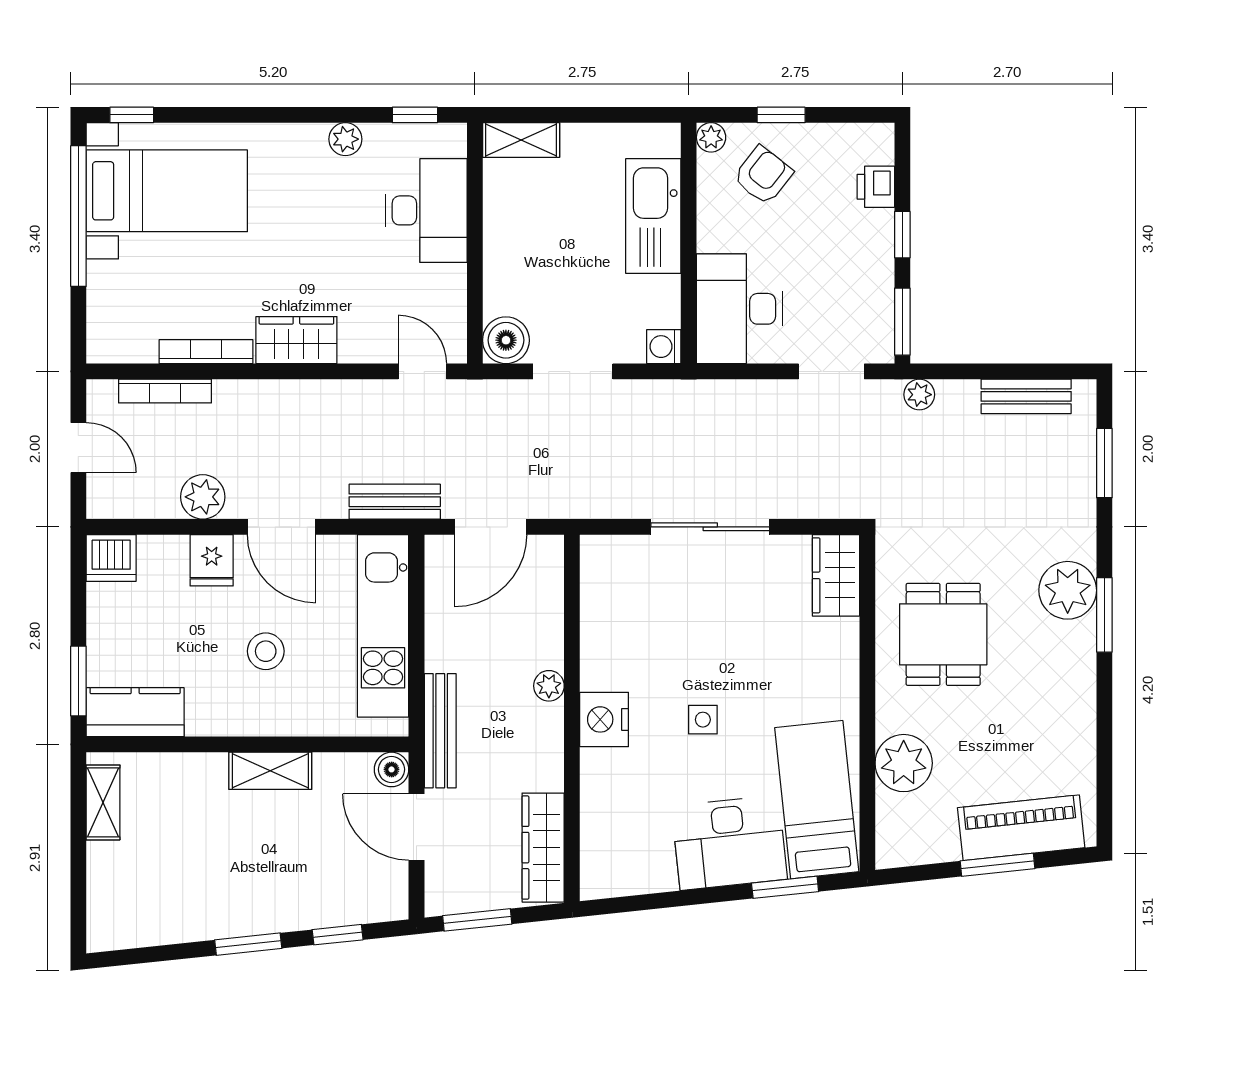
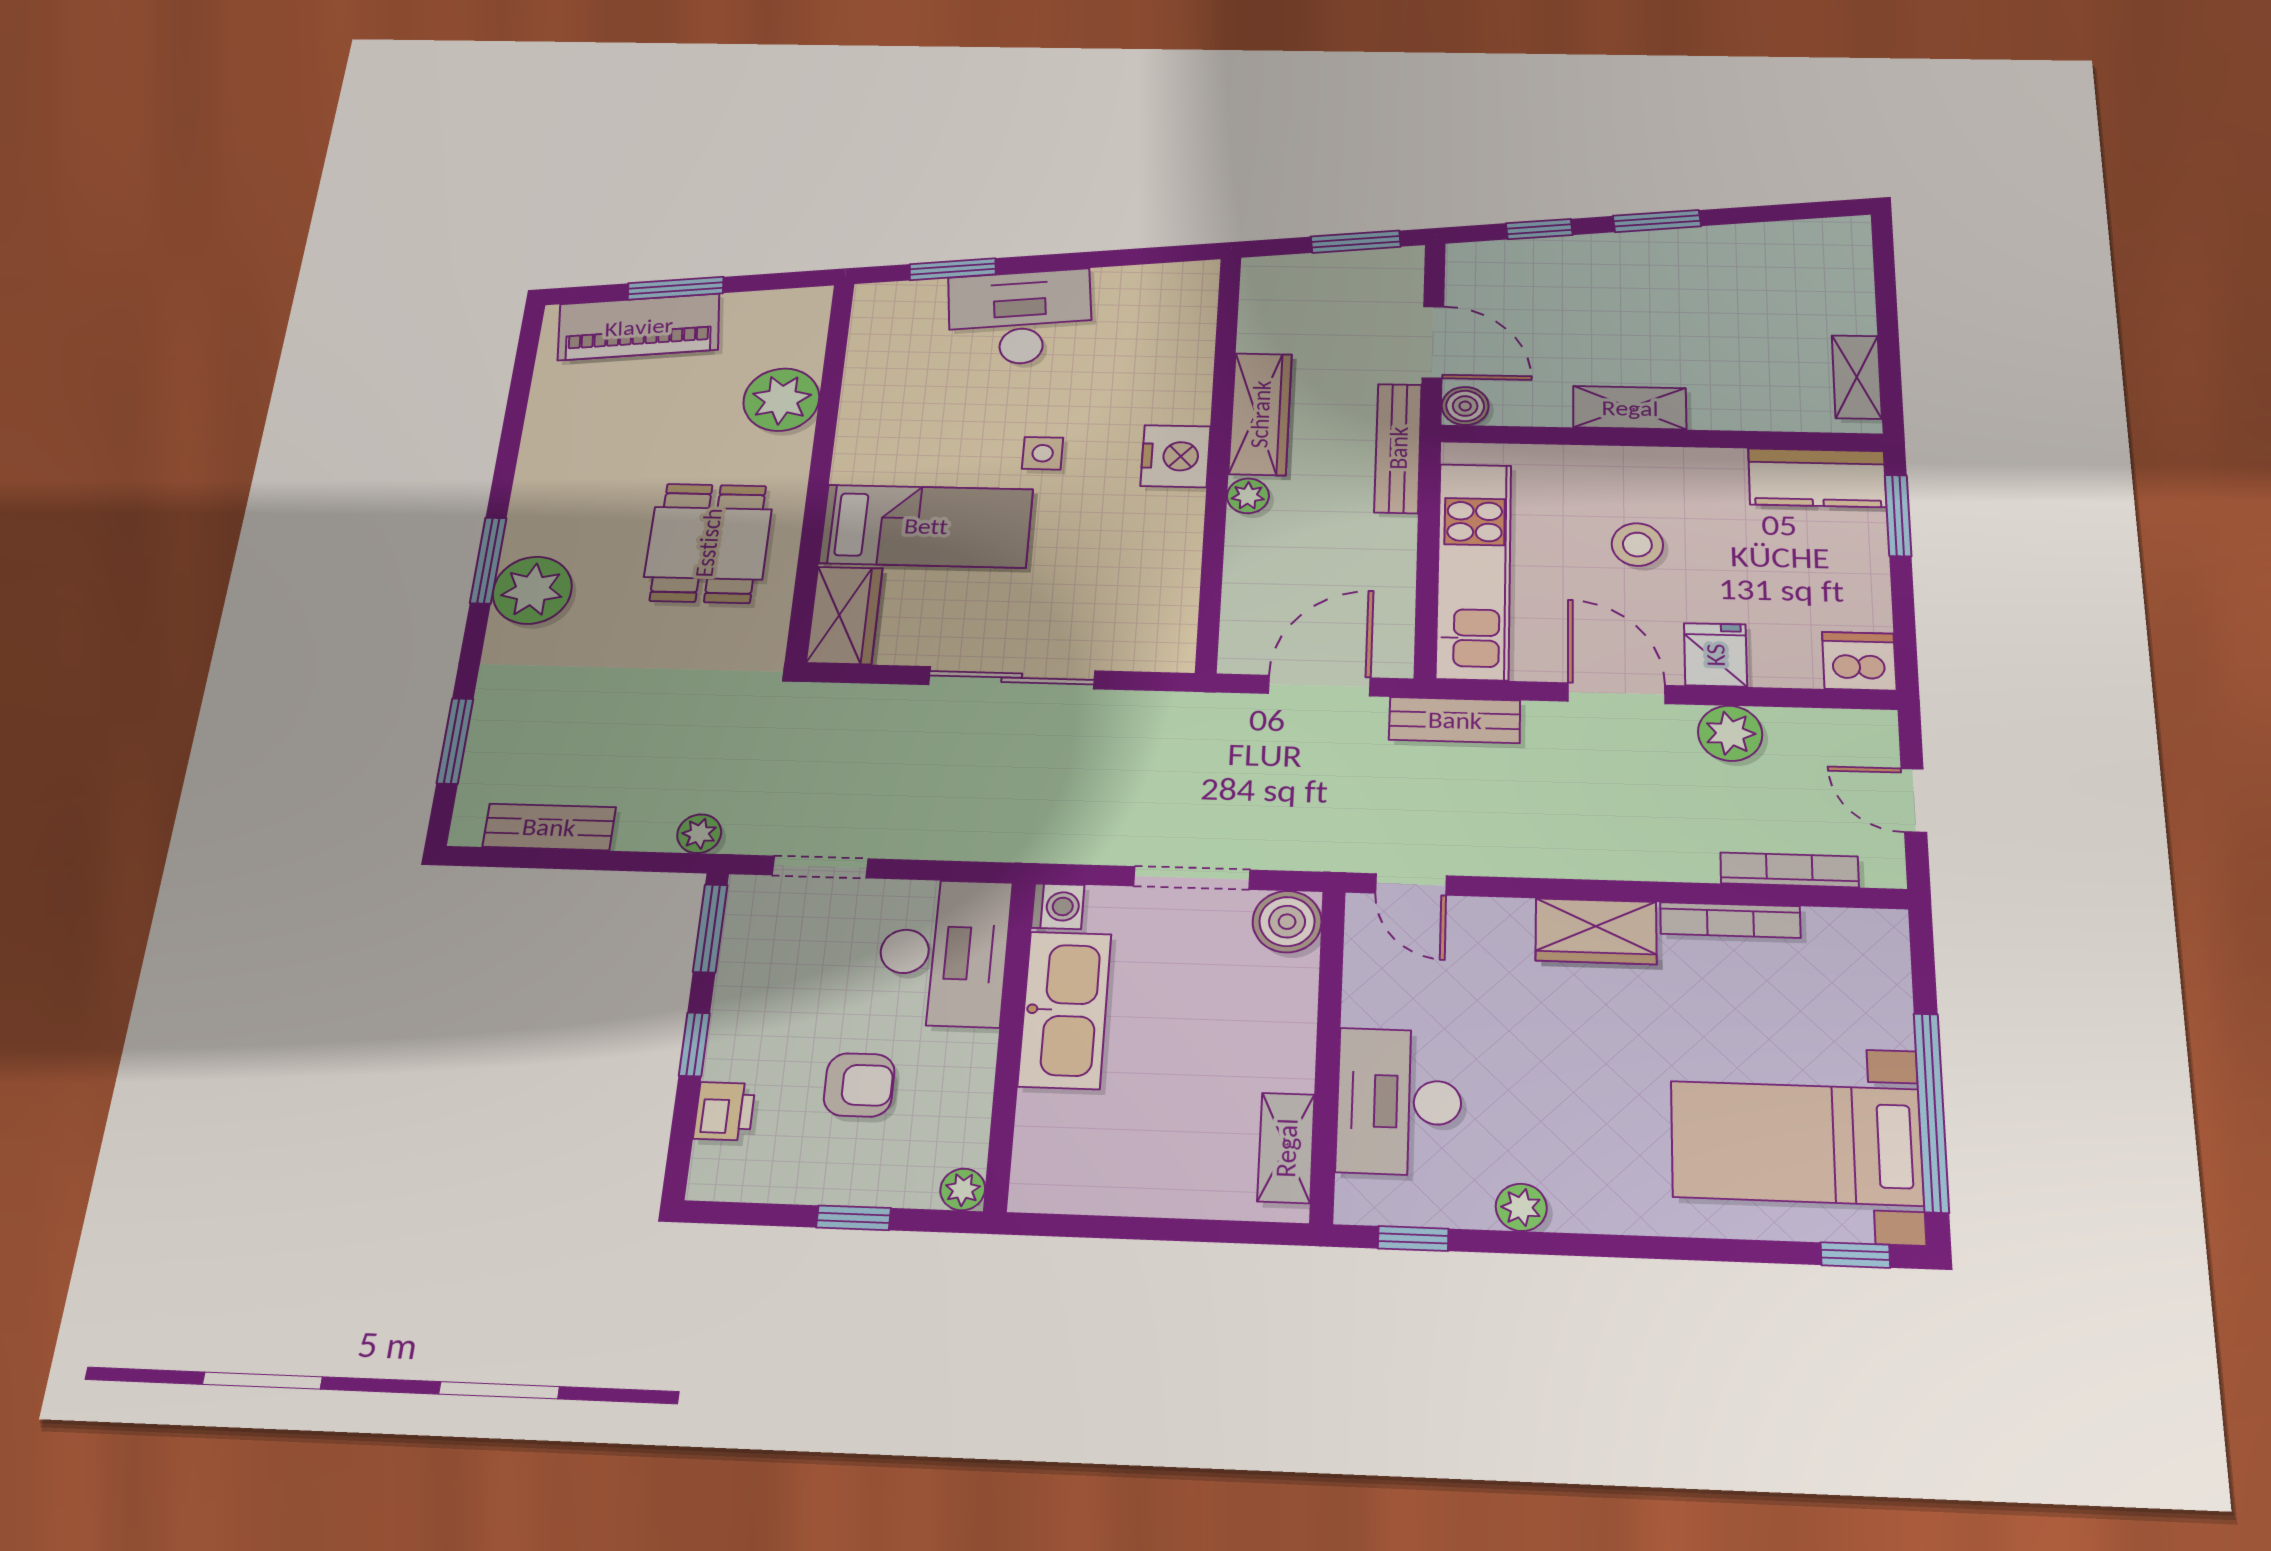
shelving: (521, 140) -> (1286, 1148), moved, turned 90
armchair: (763, 175) -> (859, 1085), moved, turned -128
kitchen sink: (653, 216) -> (1065, 1010), moved
bed: (817, 800) -> (926, 526), moved, turned -84
wardrobe: (543, 848) -> (1260, 414), moved

